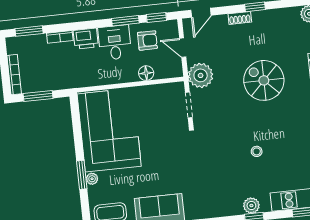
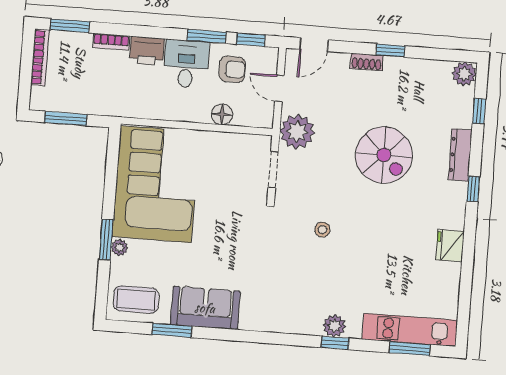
bookcase: (14, 75) -> (40, 57), moved
spiral stairs: (264, 80) -> (384, 155), turned 180
stool: (257, 151) -> (322, 230), moved

